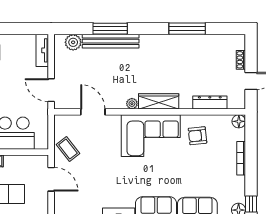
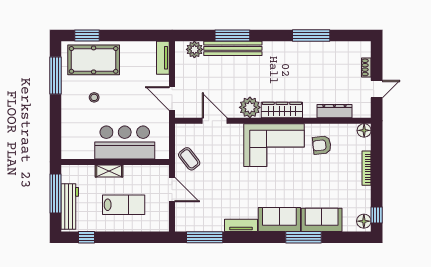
plant: (132, 104) -> (250, 107), width x1.88, depth x1.88

